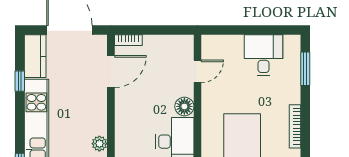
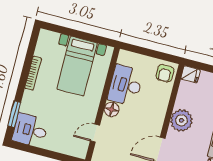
desk: (264, 55) -> (30, 130), moved, turned 90
plant: (99, 144) -> (181, 120), moved, width x1.87, depth x1.87

